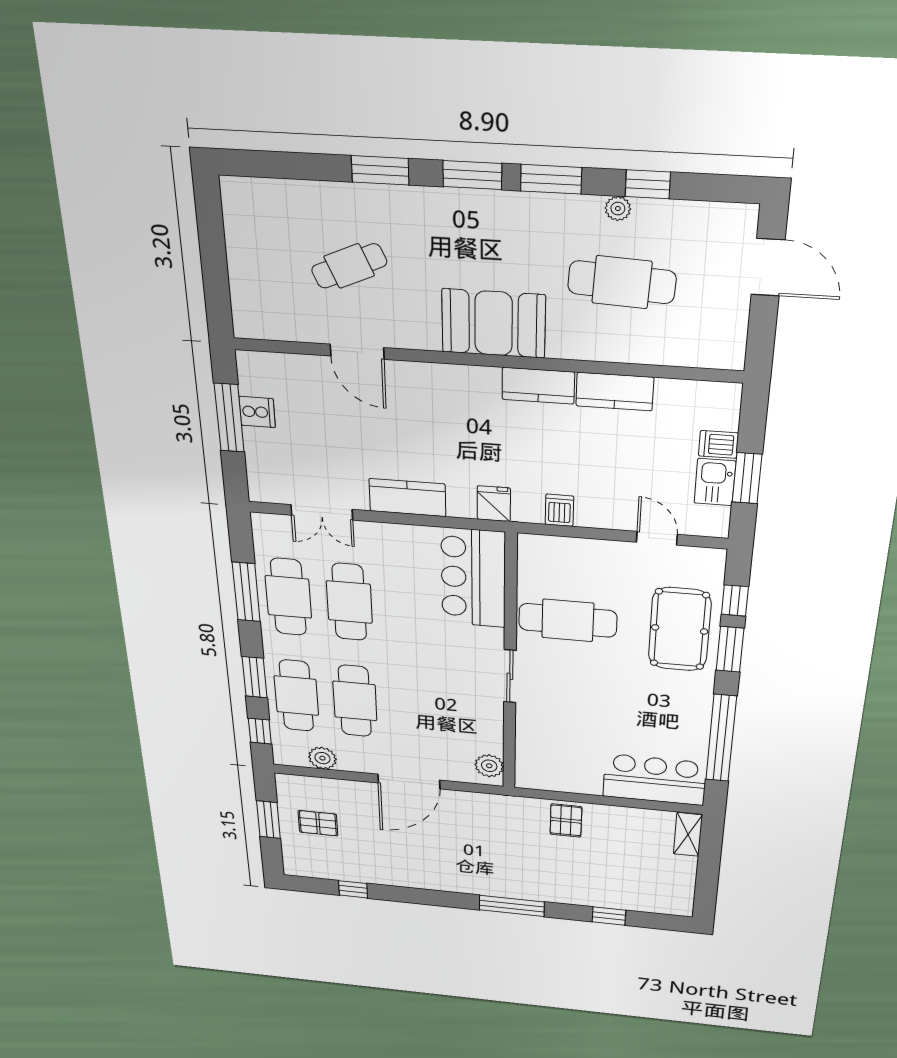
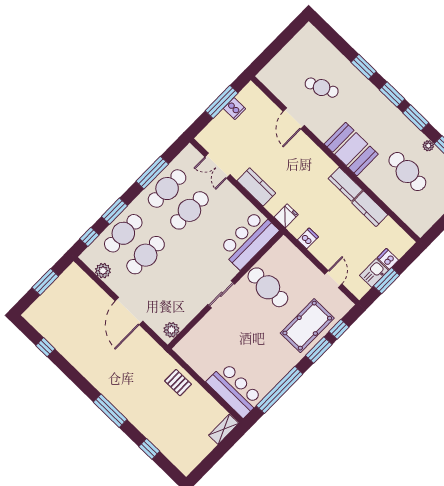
door: (409, 782) -> (129, 311), hinge flipped
pallet: (566, 820) -> (178, 383), turned 90
pallet: (318, 823) -> (66, 301), removed

